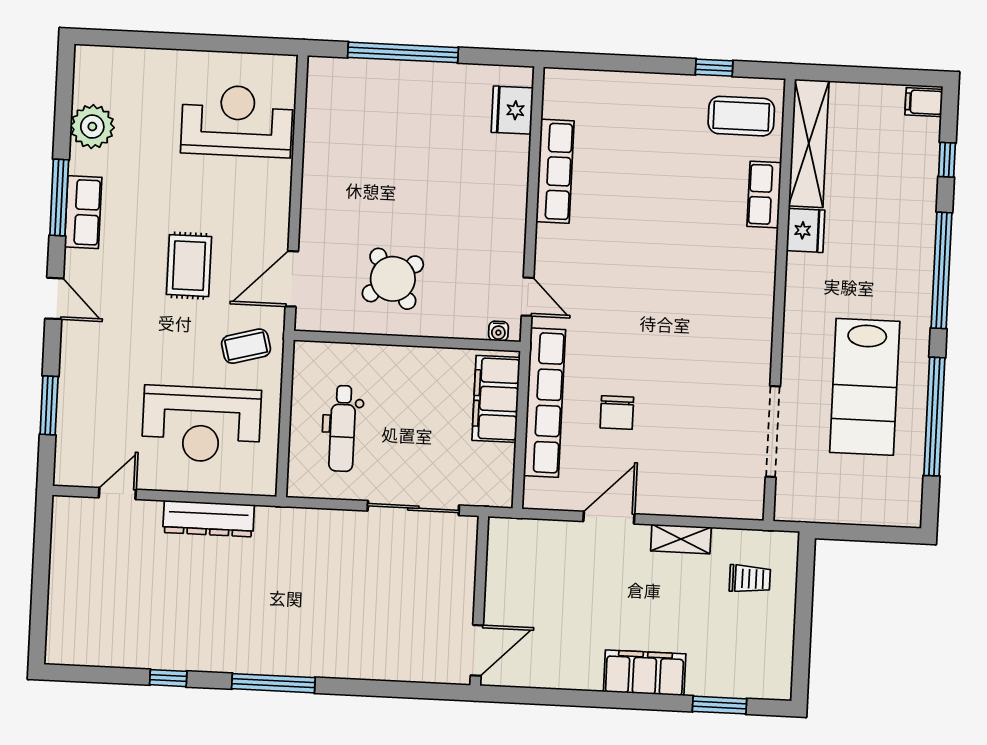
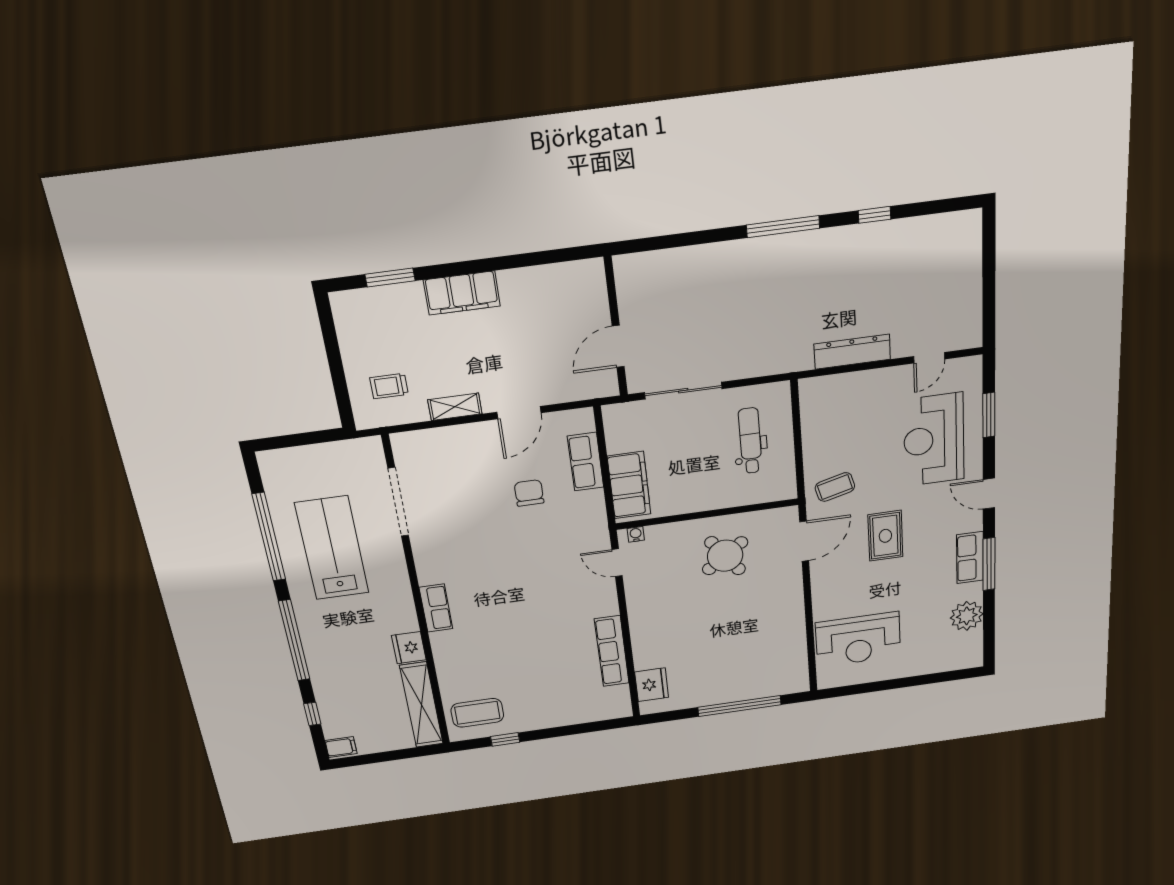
row of seats: (764, 195) -> (436, 608), moved
row of seats: (545, 403) -> (586, 462), width x0.50
reception desk: (201, 424) -> (934, 440), moved, turned -90
door: (477, 650) -> (618, 346), moved

